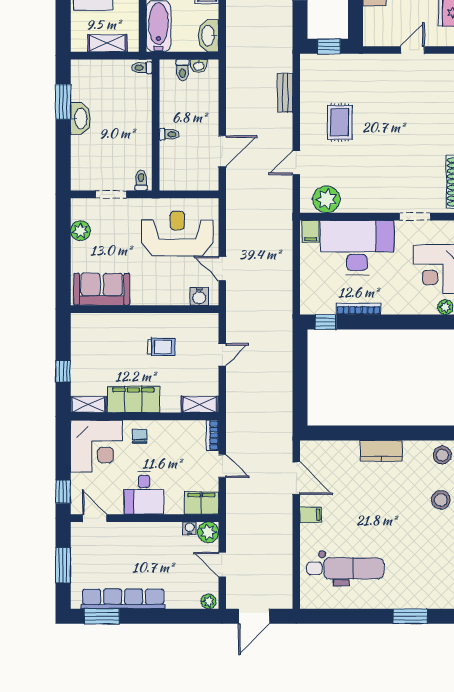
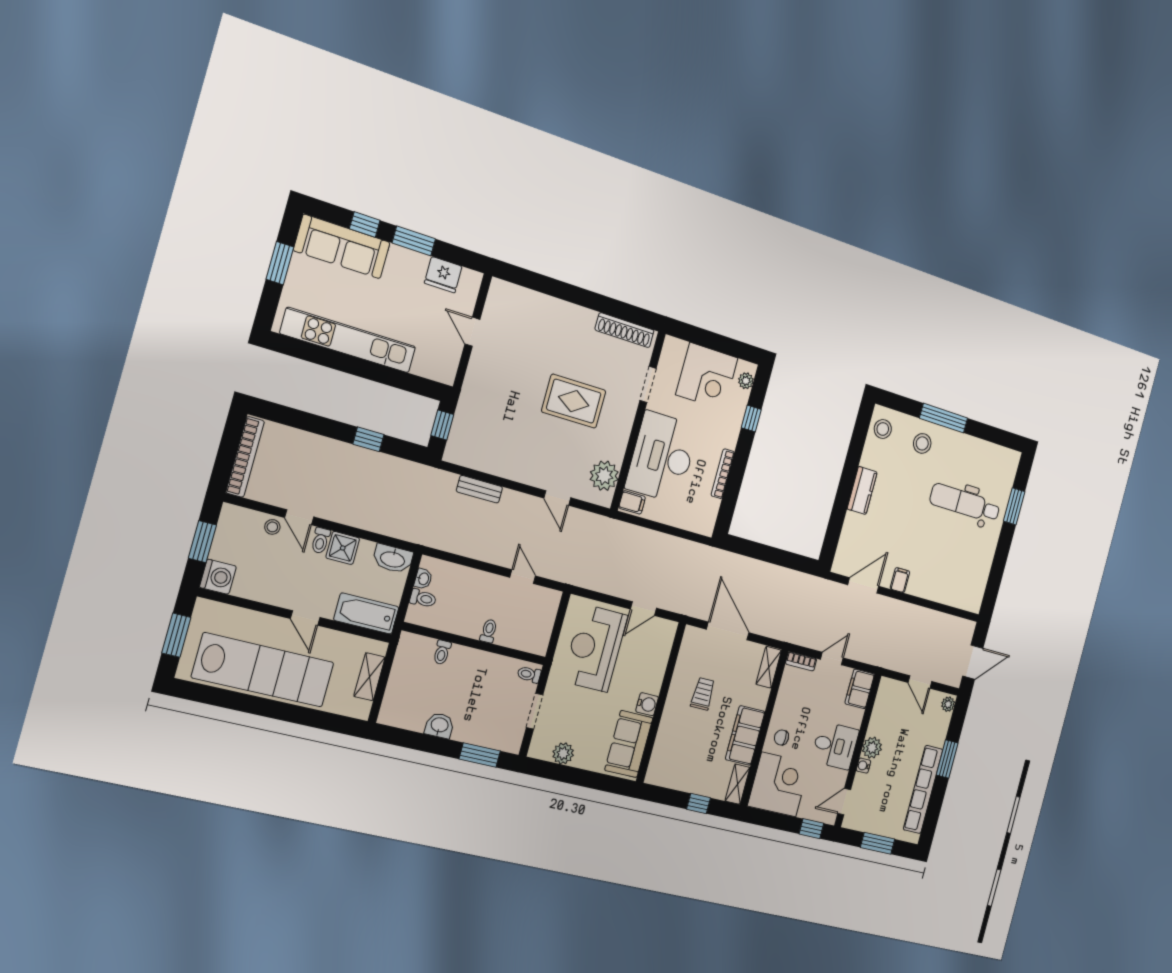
toilet: (142, 68) -> (442, 652), moved
window: (63, 102) -> (480, 755), moved
washbasin: (80, 119) -> (439, 726), width x0.72
rug: (340, 122) -> (574, 401), moved, width x1.36, depth x1.43
door: (222, 151) -> (523, 577), width x0.73
water cooler: (199, 296) -> (647, 704), moved
window: (326, 322) -> (751, 419), moved
door: (222, 355) -> (728, 631), width x1.87
water cooler: (190, 528) -> (863, 766), moved
plant: (208, 532) -> (872, 748), moved
door: (222, 565) -> (920, 682), hinge flipped
dental chair: (345, 568) -> (965, 503), moved, turned -90
window: (102, 616) -> (947, 759), moved
door: (254, 616) -> (973, 662), hinge flipped

